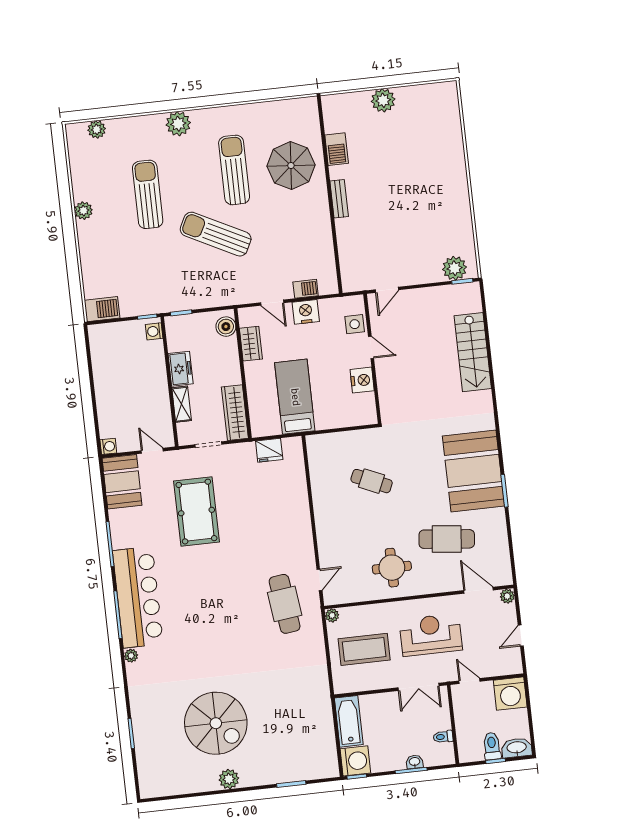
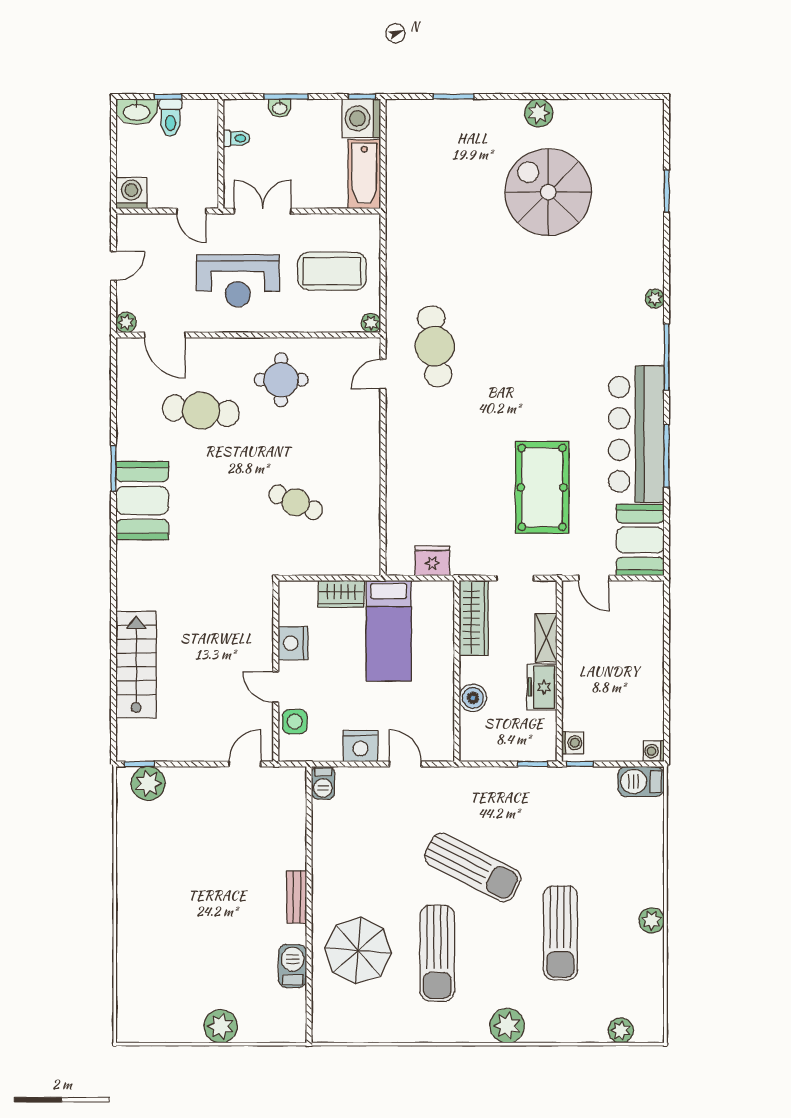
barbecue: (306, 289) -> (323, 783), moved, turned -90
boiler: (226, 327) -> (473, 698), moved
wardrobe: (251, 344) -> (341, 594), moved, turned -90
washing machine: (108, 446) -> (654, 751), moved
booth: (474, 471) -> (142, 501), width x0.73, depth x0.70
bar counter: (138, 597) -> (636, 434), moved
washing machine: (510, 694) -> (131, 193), width x0.73, depth x0.73

